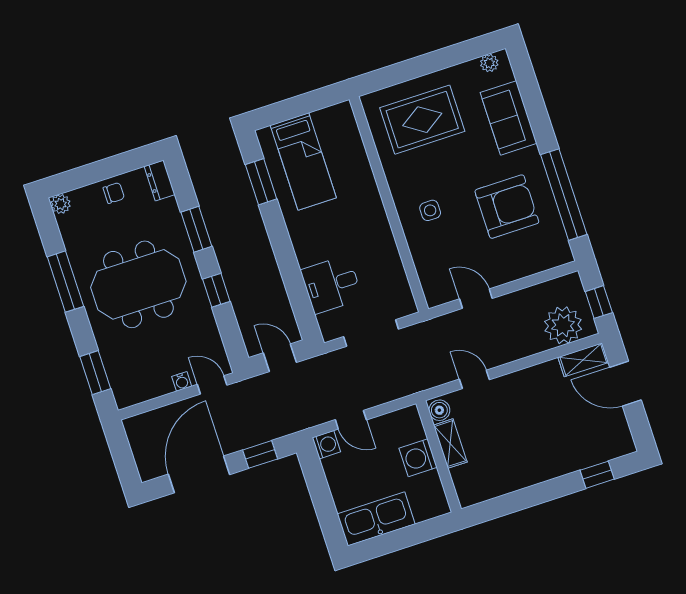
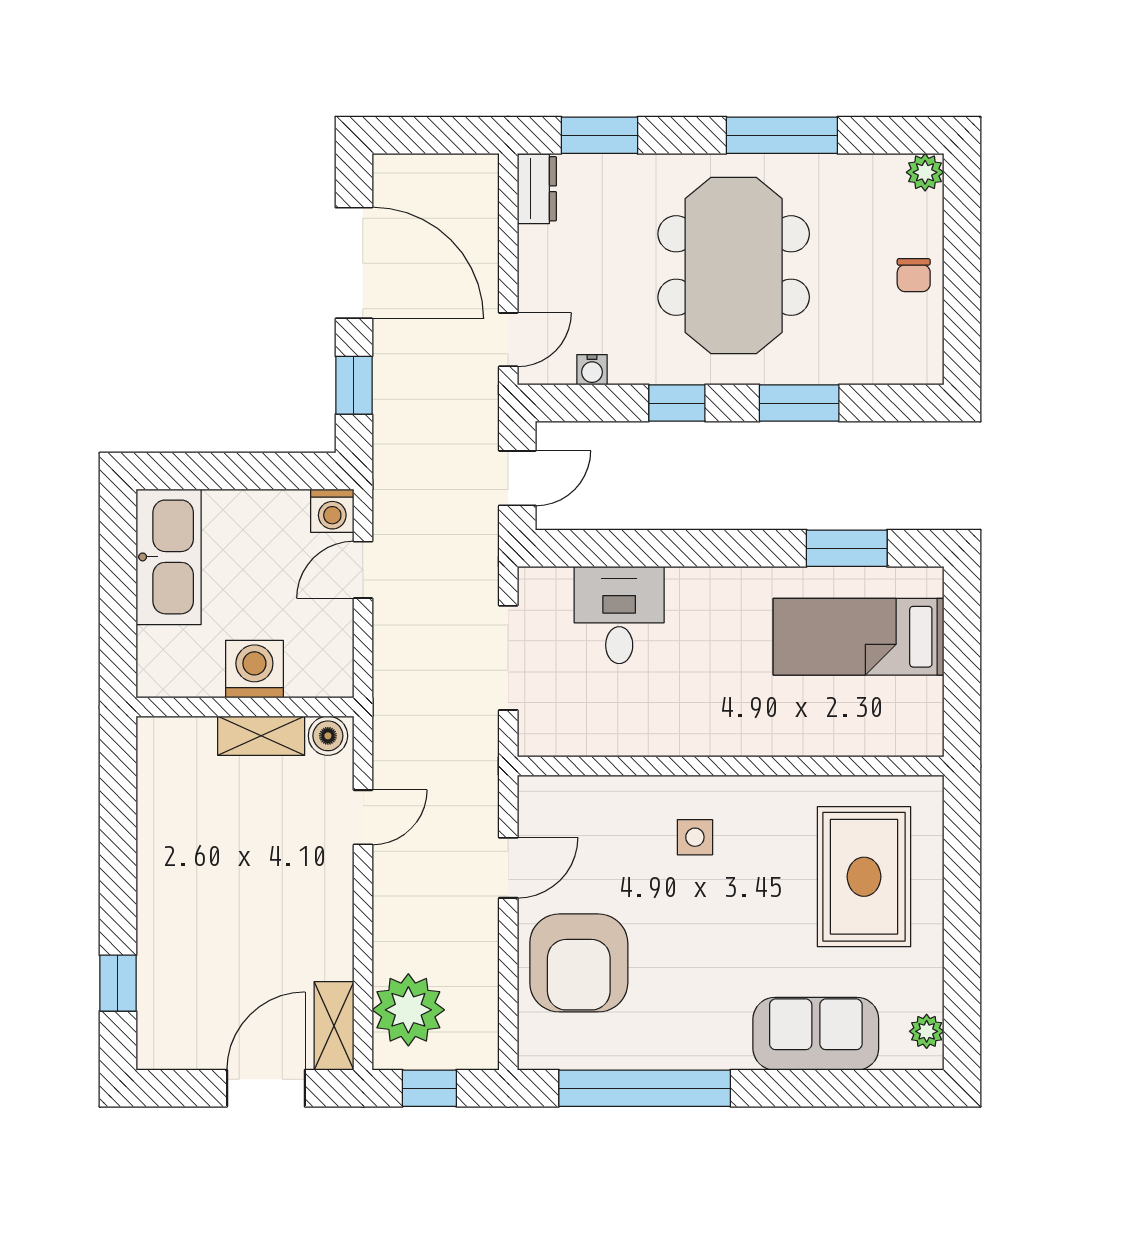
dresser: (160, 181) -> (537, 189), moved, turned 90
armchair: (507, 207) -> (579, 963), moved
water cooler: (182, 381) -> (592, 370), moved, turned -90

